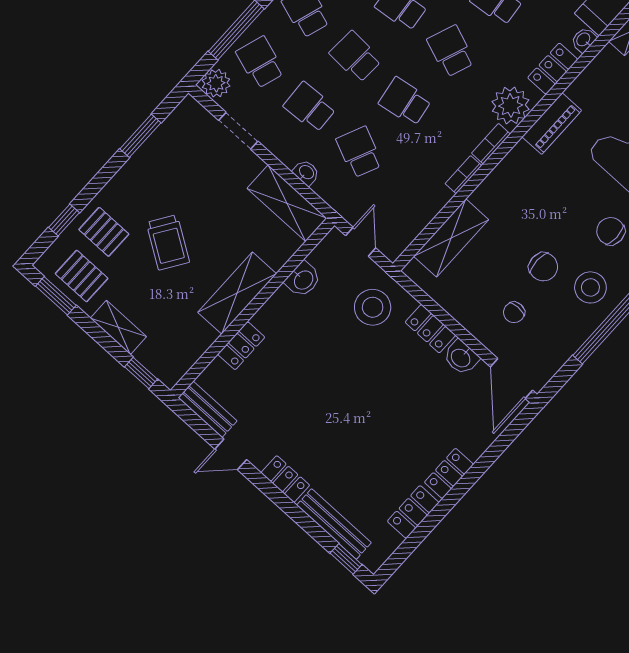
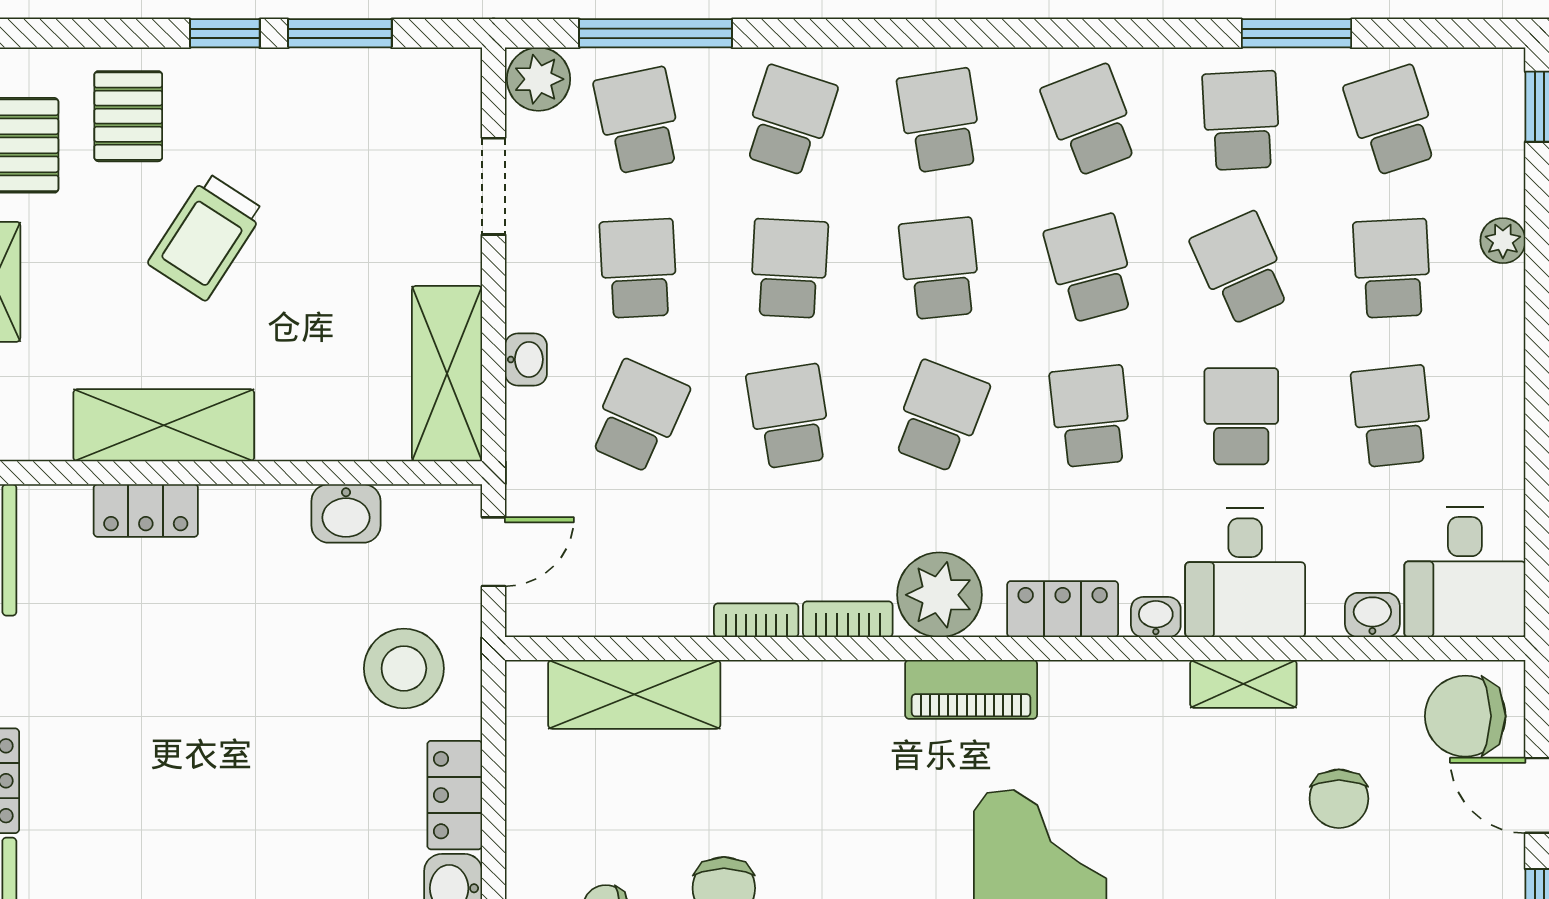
school desk: (260, 62) -> (638, 121), turned -30
window: (64, 220) -> (225, 33), moved
shelving: (237, 293) -> (164, 425), moved

